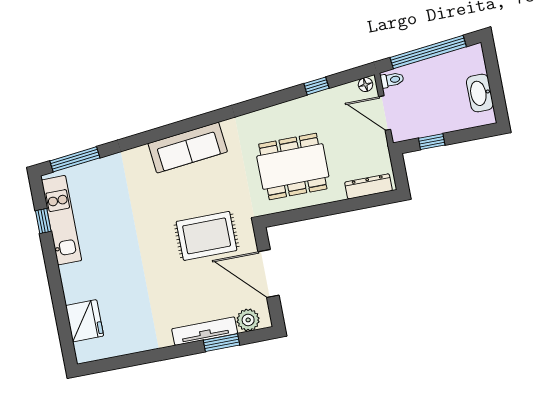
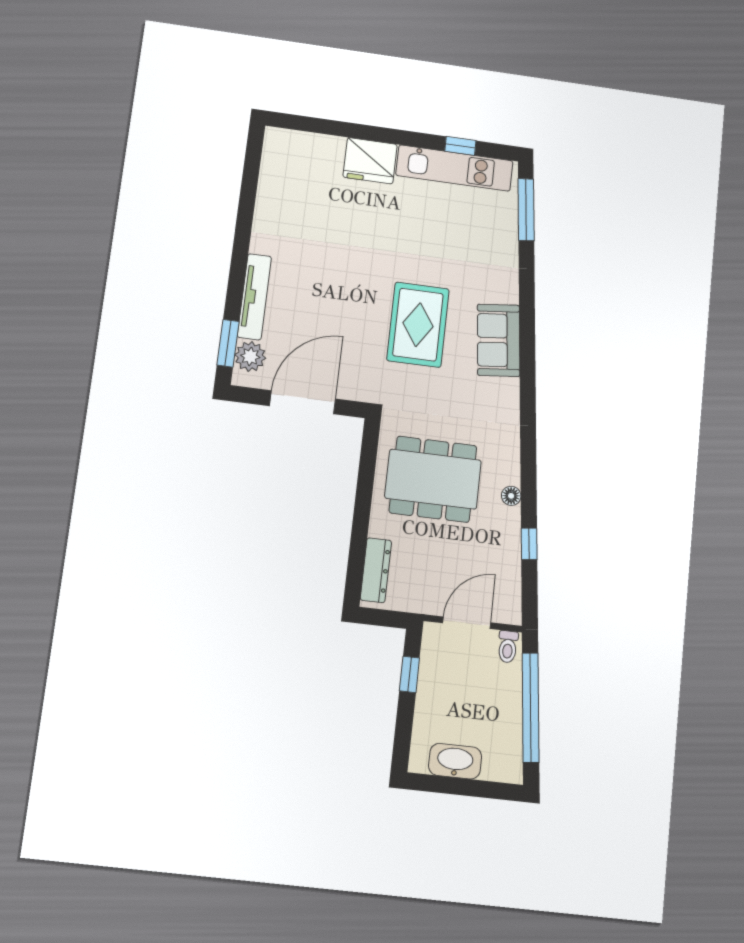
floor lamp: (366, 85) -> (511, 496), moved
sofa: (188, 148) -> (499, 340), width x0.73
dining table: (293, 166) -> (433, 479), turned 90
rug: (207, 236) -> (418, 325), moved
fridge: (85, 321) -> (370, 161), moved
window: (221, 343) -> (228, 343), moved

